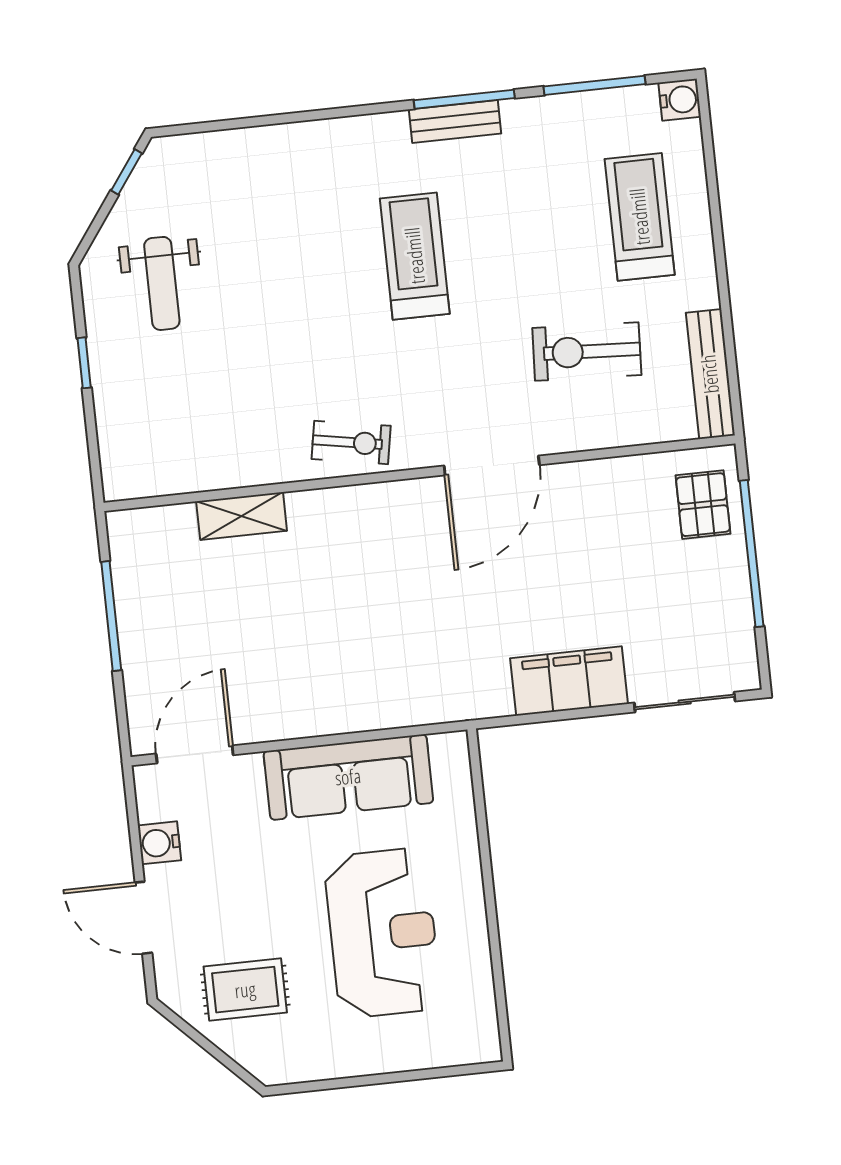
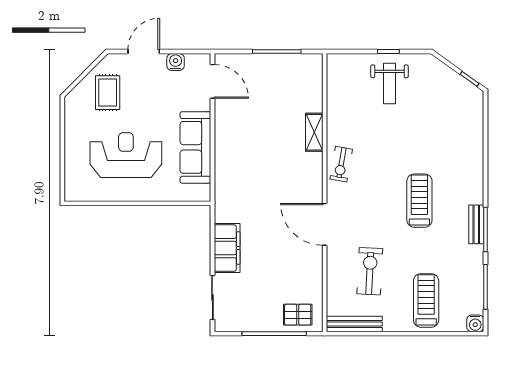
treadmill: (640, 217) -> (426, 300), turned -90
treadmill: (415, 256) -> (419, 201), turned -90
weight bench: (162, 283) -> (390, 84), moved, turned -90
shelving: (242, 516) -> (314, 132), moved
reception desk: (383, 933) -> (126, 155), turned 180

